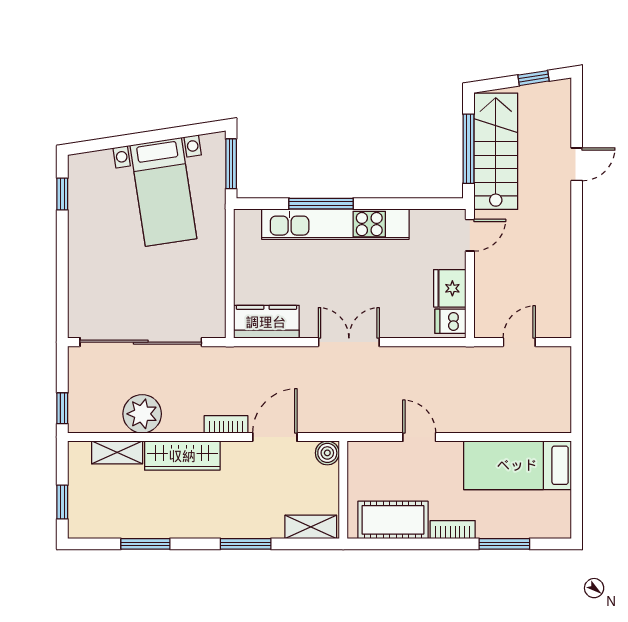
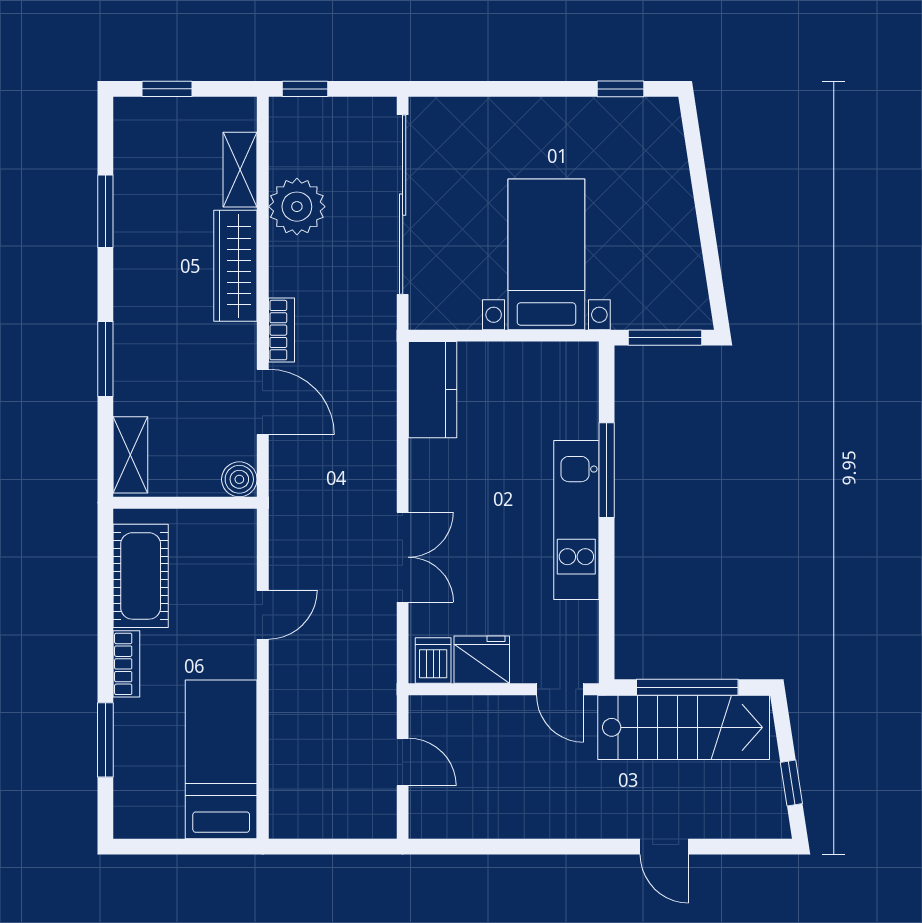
bed with nightstands: (163, 192) -> (546, 254), moved, turned 99
kitchen unit: (335, 224) -> (576, 520), width x0.73
double door: (349, 342) -> (403, 557), moved

